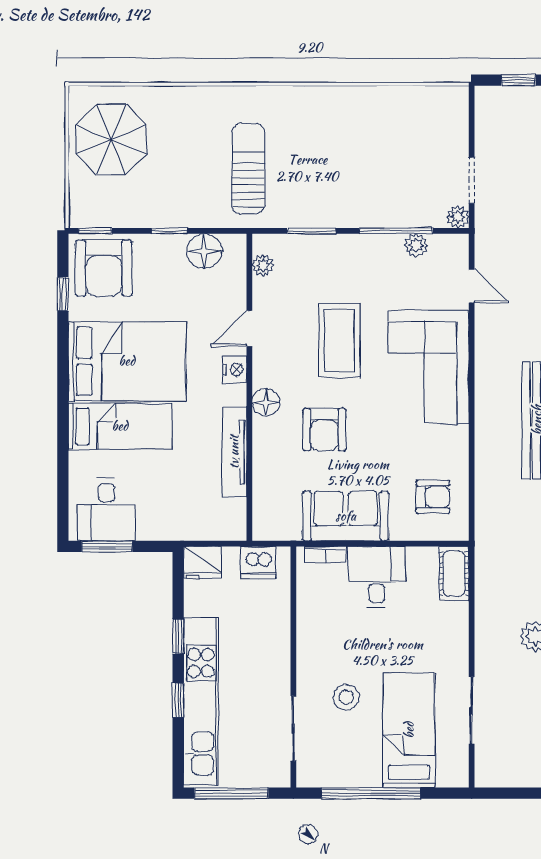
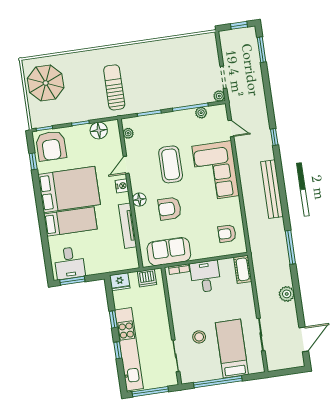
armchair: (324, 430) -> (170, 209), turned 90
armchair: (433, 497) -> (227, 234), turned 180
sofa: (346, 516) -> (169, 252), moved

